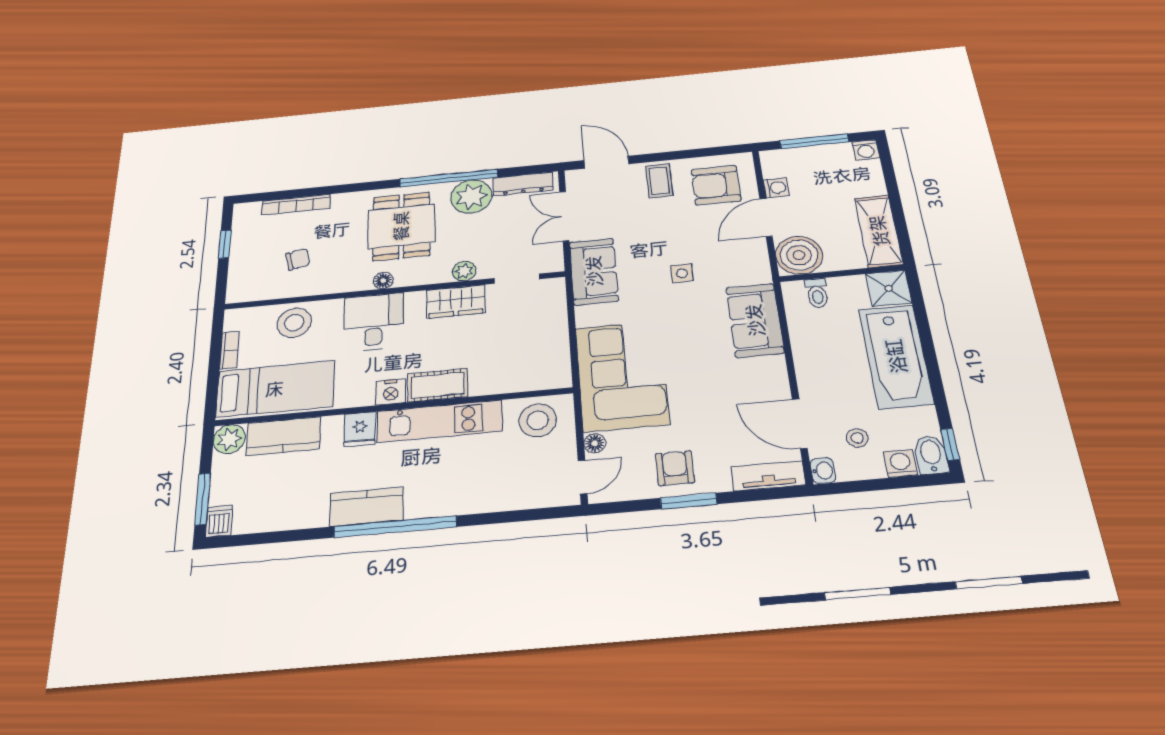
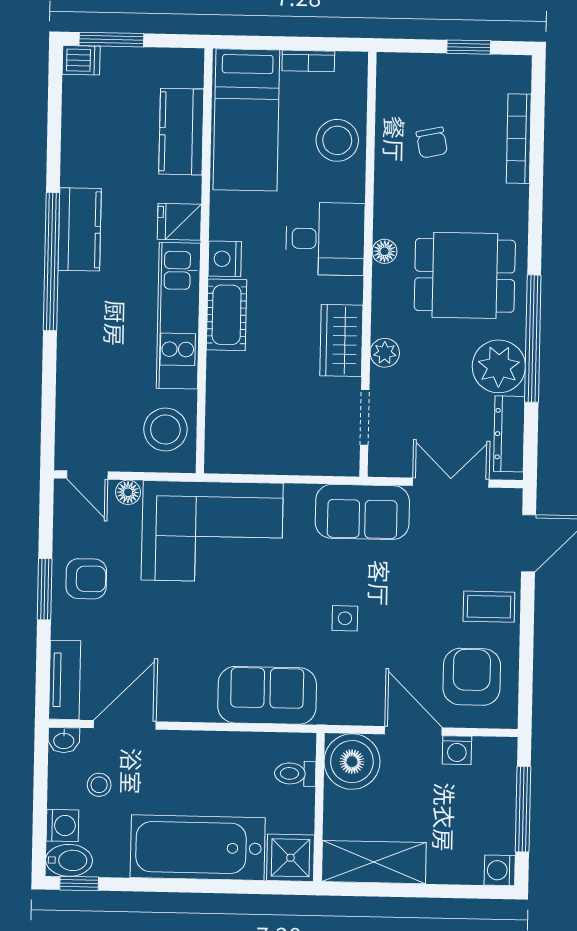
plant: (229, 439) -> (185, 67), removed

